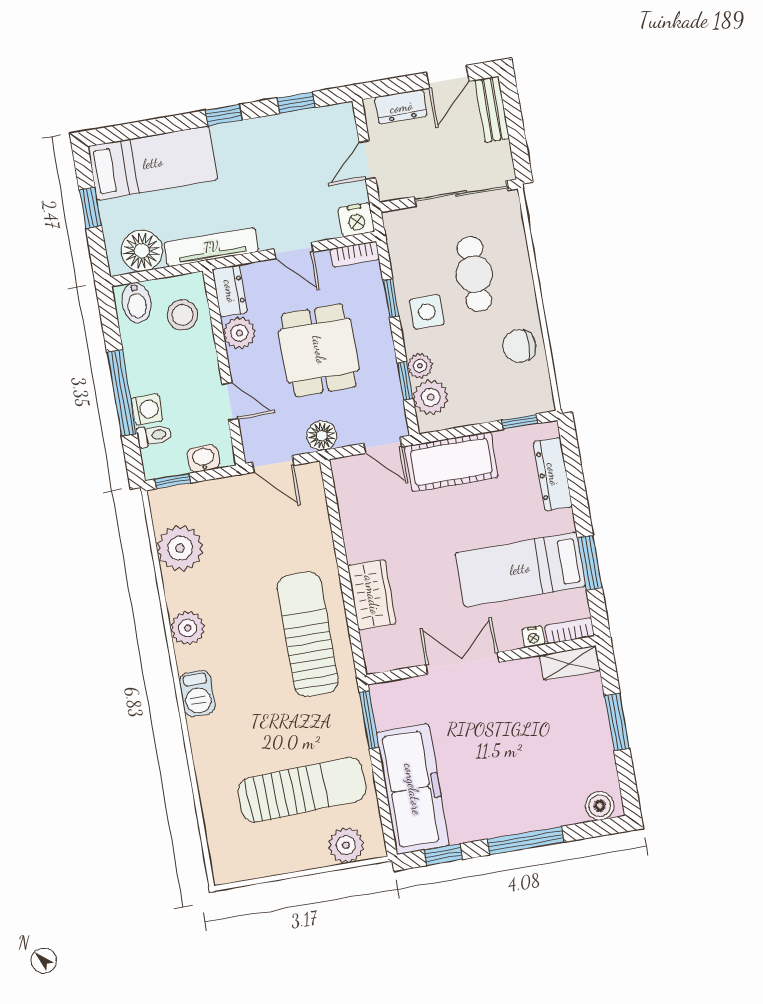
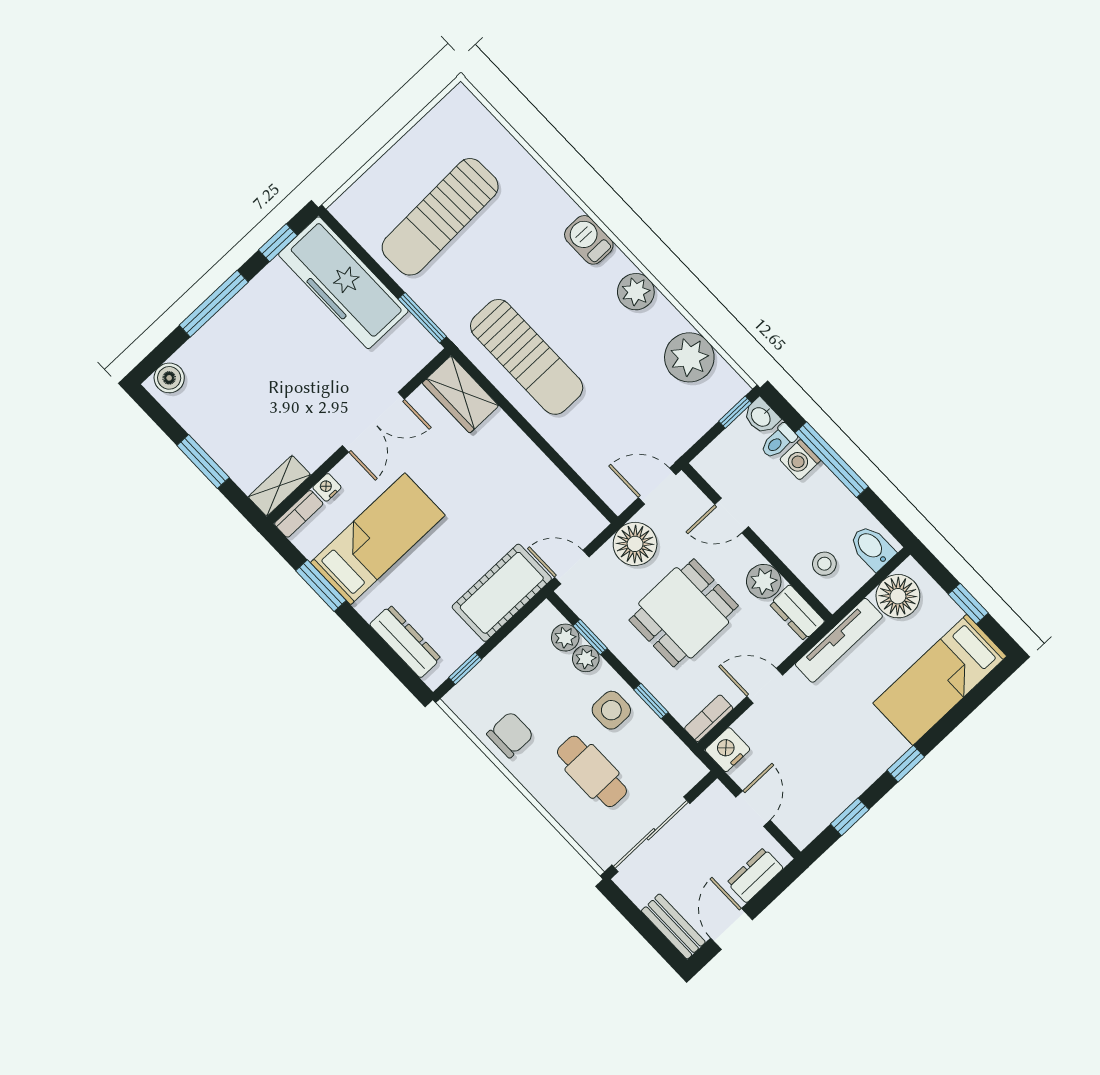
stool: (182, 315) -> (824, 564), width x0.73, depth x0.73
dining table: (319, 350) -> (684, 613), turned 90
plant: (431, 397) -> (565, 638), width x0.73, depth x0.73
floor lamp: (322, 436) -> (635, 544), width x1.38, depth x1.38
washbasin: (203, 459) -> (761, 416), moved, turned 90
wardrobe: (372, 595) -> (460, 394), moved
plant: (346, 845) -> (369, 194), removed

